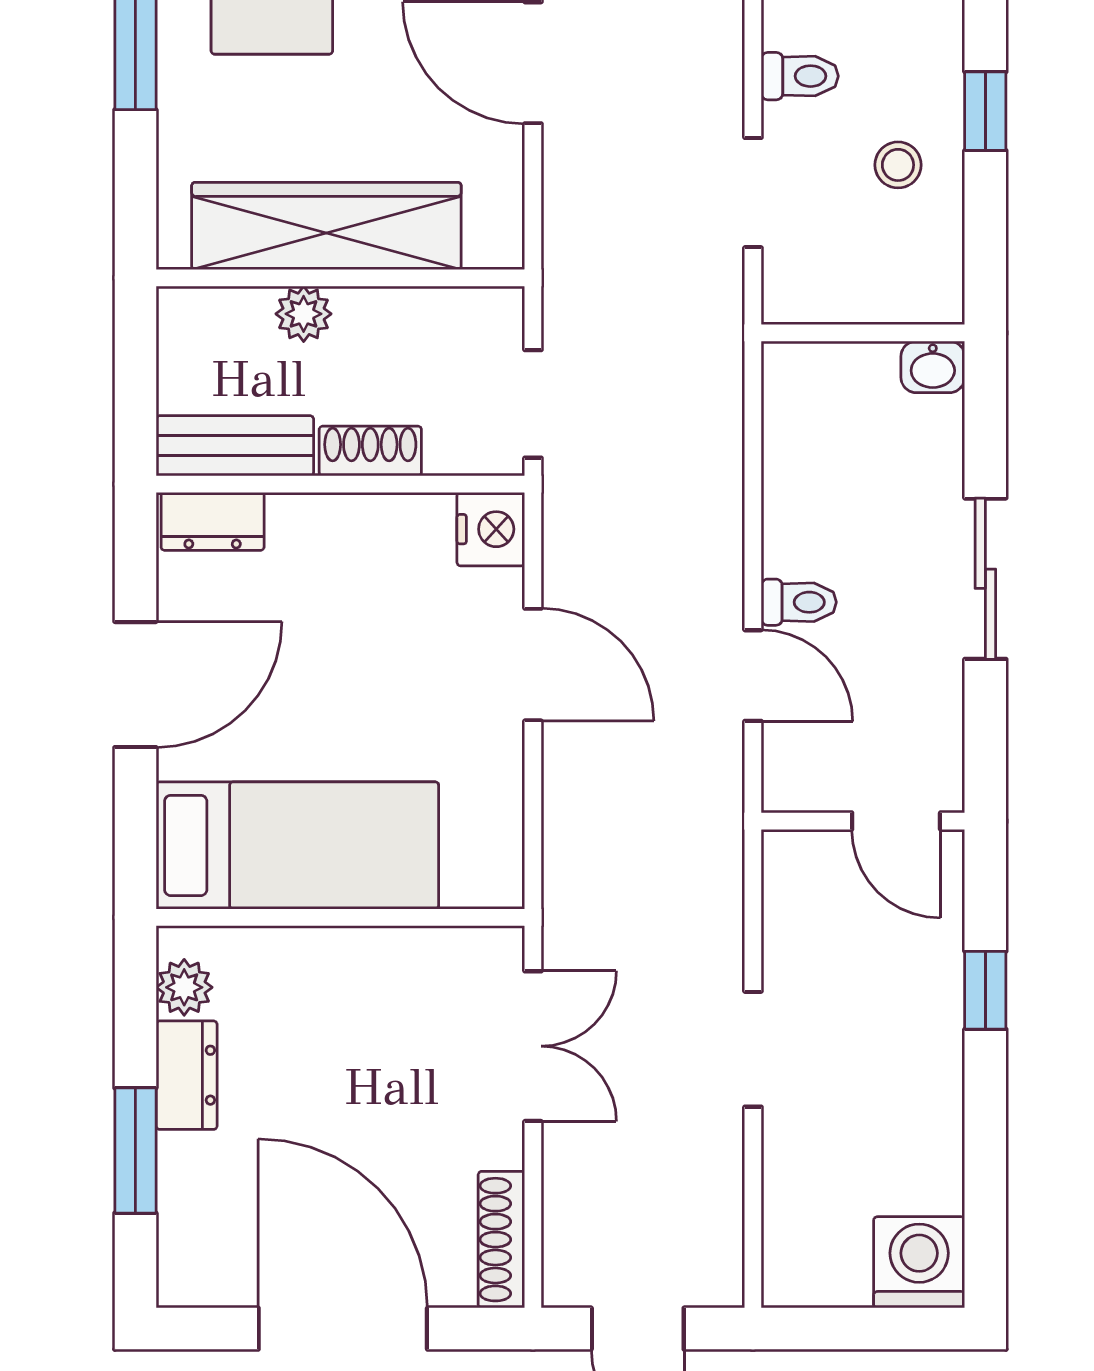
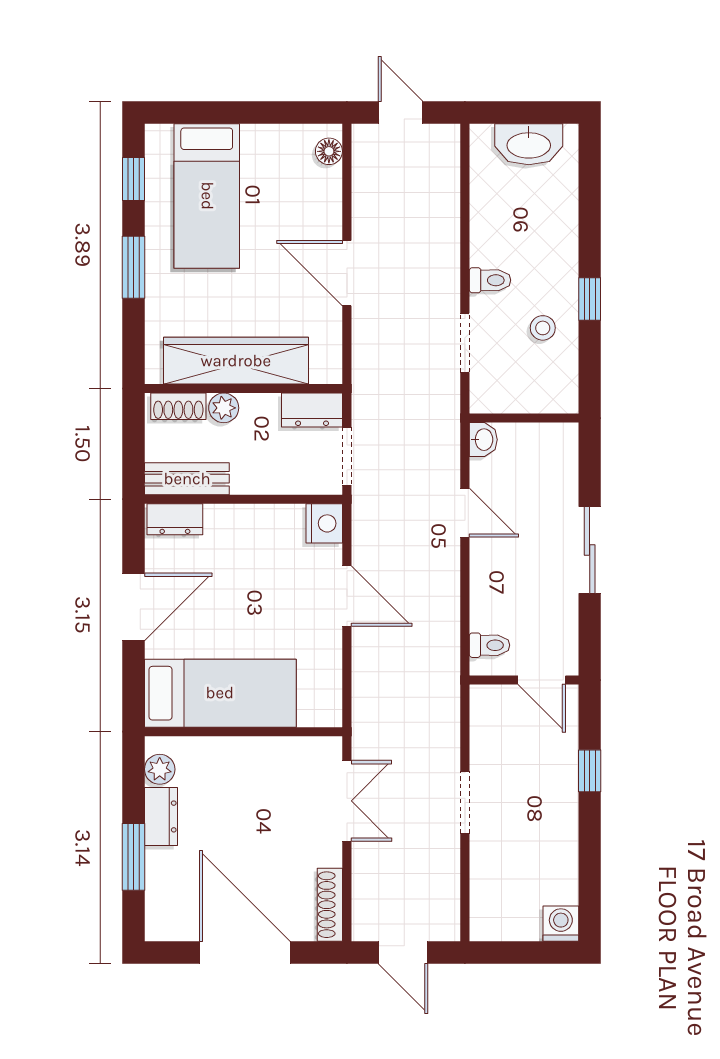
dresser: (468, 318) -> (312, 410), added
washbasin: (933, 367) -> (483, 440), moved, turned -90
shoe rack: (370, 451) -> (178, 406), moved, turned 180
toilet: (799, 602) -> (490, 645), moved
door: (753, 676) -> (465, 513), moved
washing machine: (919, 1262) -> (561, 924), width x0.73, depth x0.73

